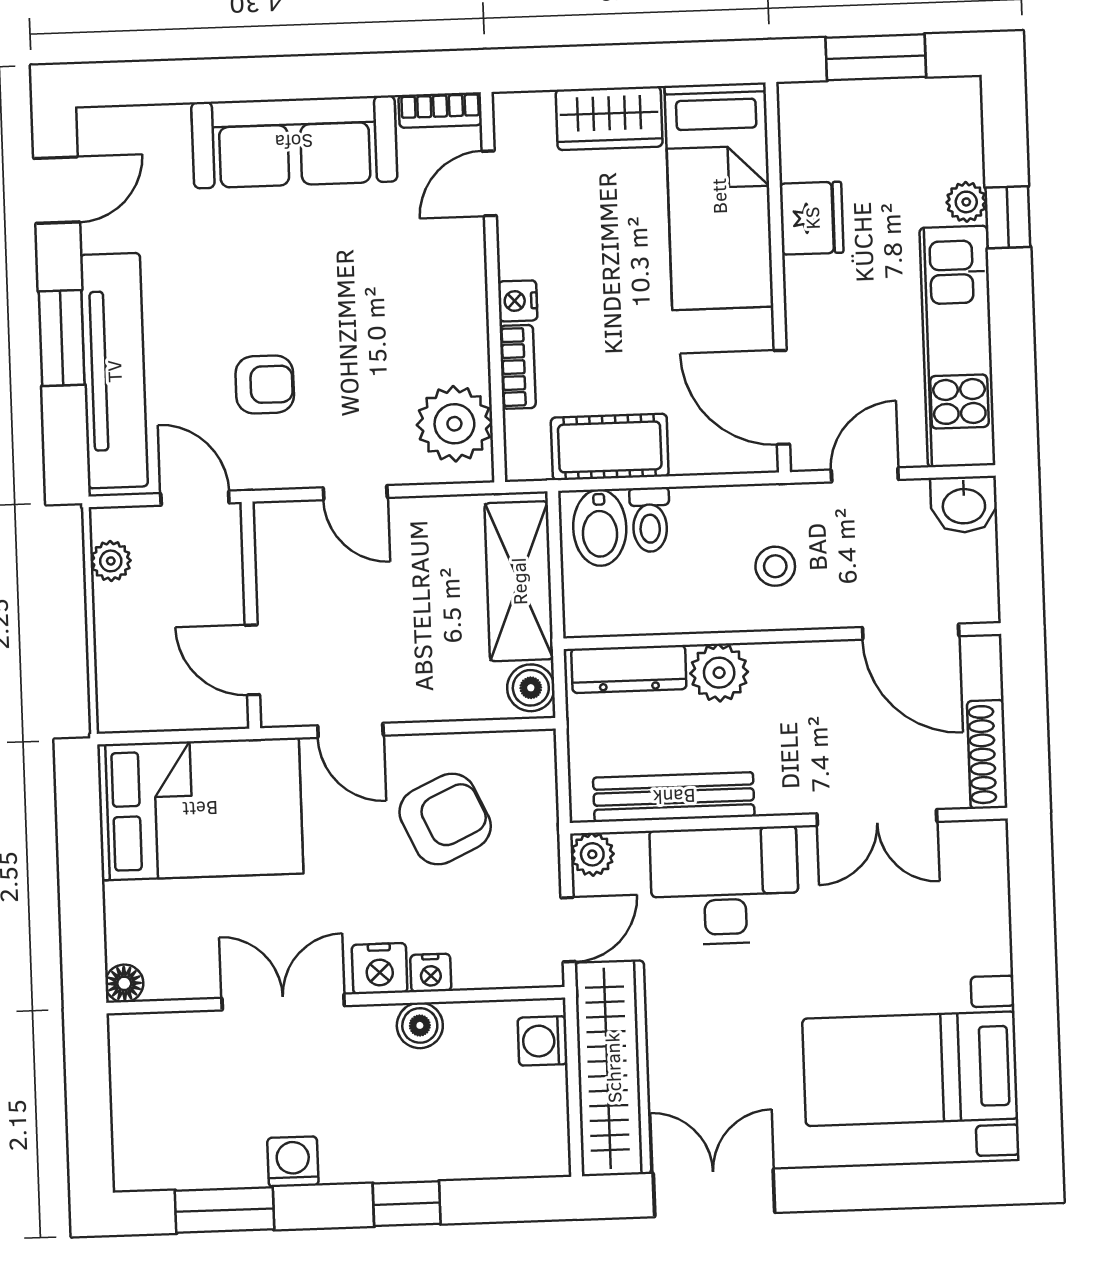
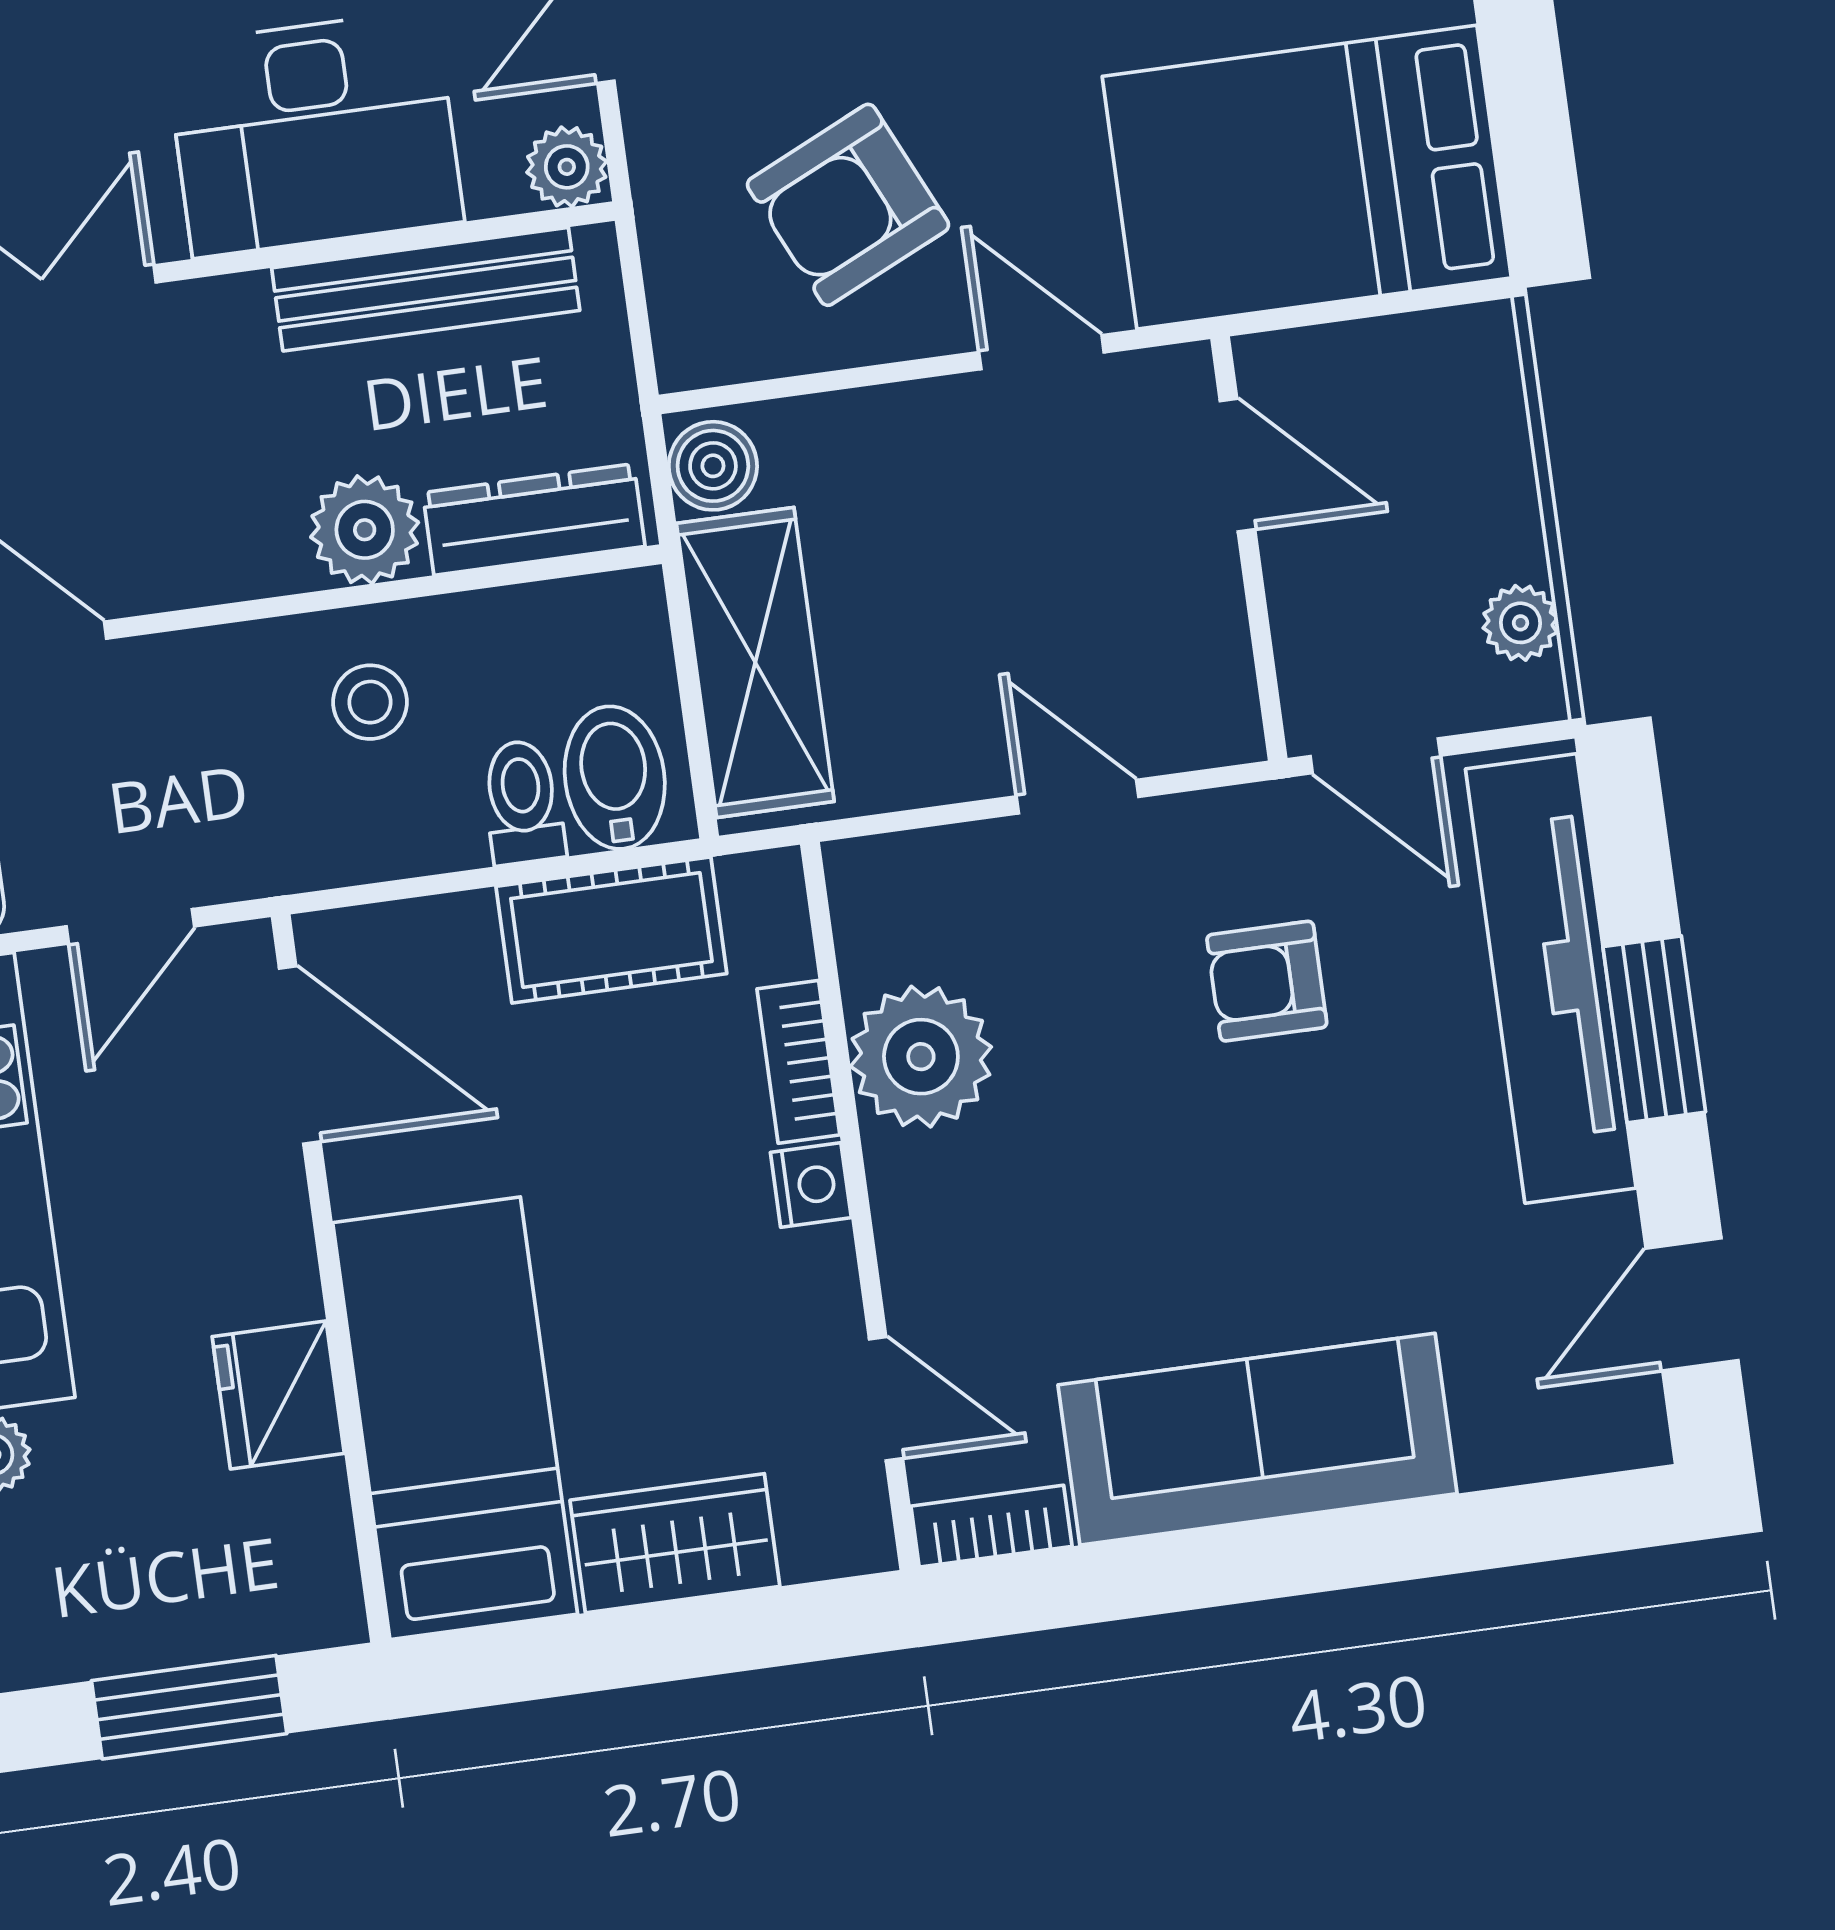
door: (489, 183) -> (886, 1399), hinge flipped
plant: (454, 424) -> (921, 1057), moved
stool: (775, 566) -> (370, 702), moved

